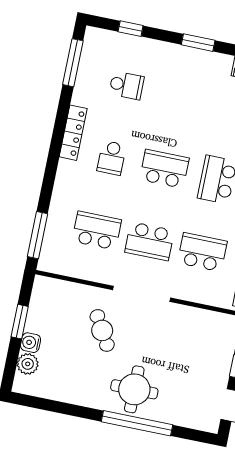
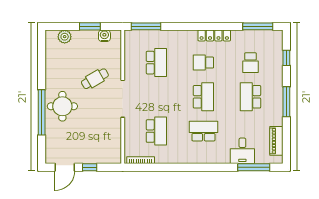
window: (198, 43) -> (286, 102), width x1.44
school desk: (149, 241) -> (250, 97), moved
water cooler: (31, 343) -> (104, 36), moved

